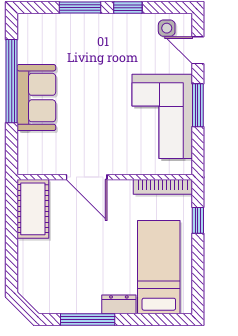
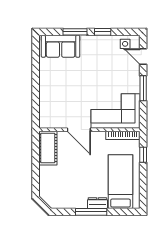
window: (12, 81) -> (36, 74), removed
sofa: (36, 98) -> (61, 46), moved, turned 90
corner sofa: (162, 116) -> (115, 111), moved, turned 90
window: (88, 320) -> (91, 212), moved

